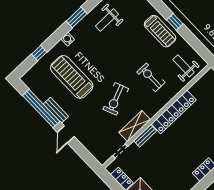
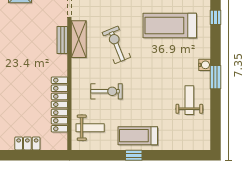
water cooler: (68, 39) -> (205, 65), moved
treadmill: (72, 77) -> (170, 26), turned 180
locker: (174, 112) -> (59, 104), moved

